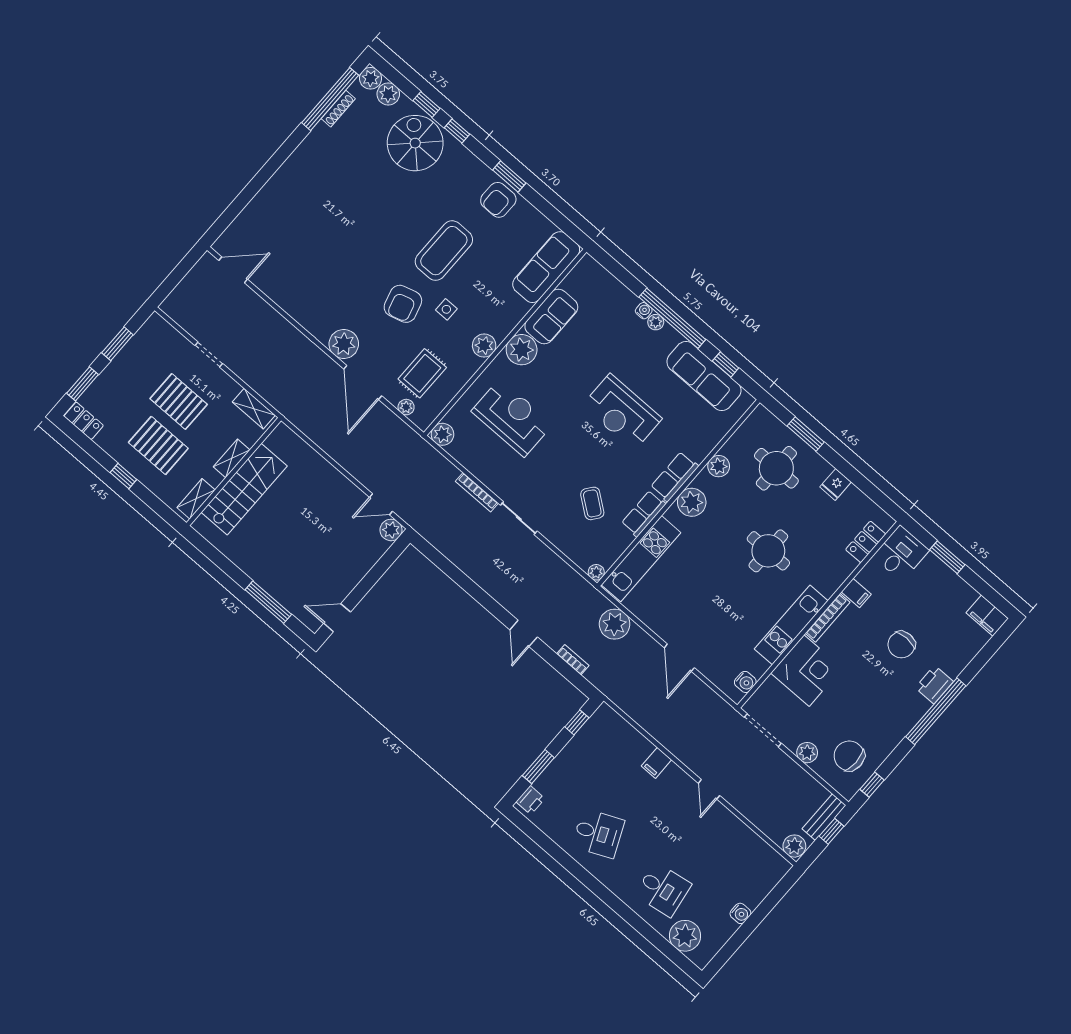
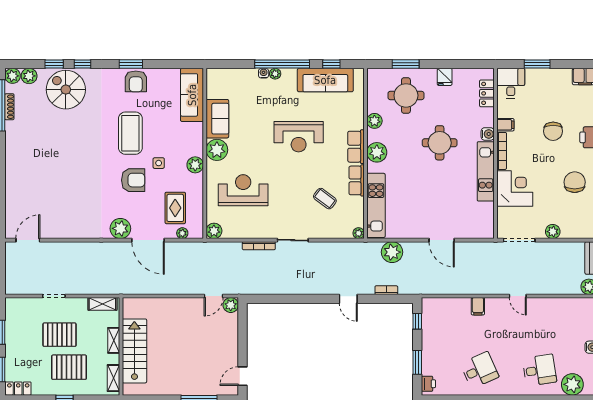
armchair: (403, 304) -> (133, 180), turned -74
water cooler: (745, 682) -> (488, 134), moved
chair: (849, 756) -> (575, 182), moved, turned 90

